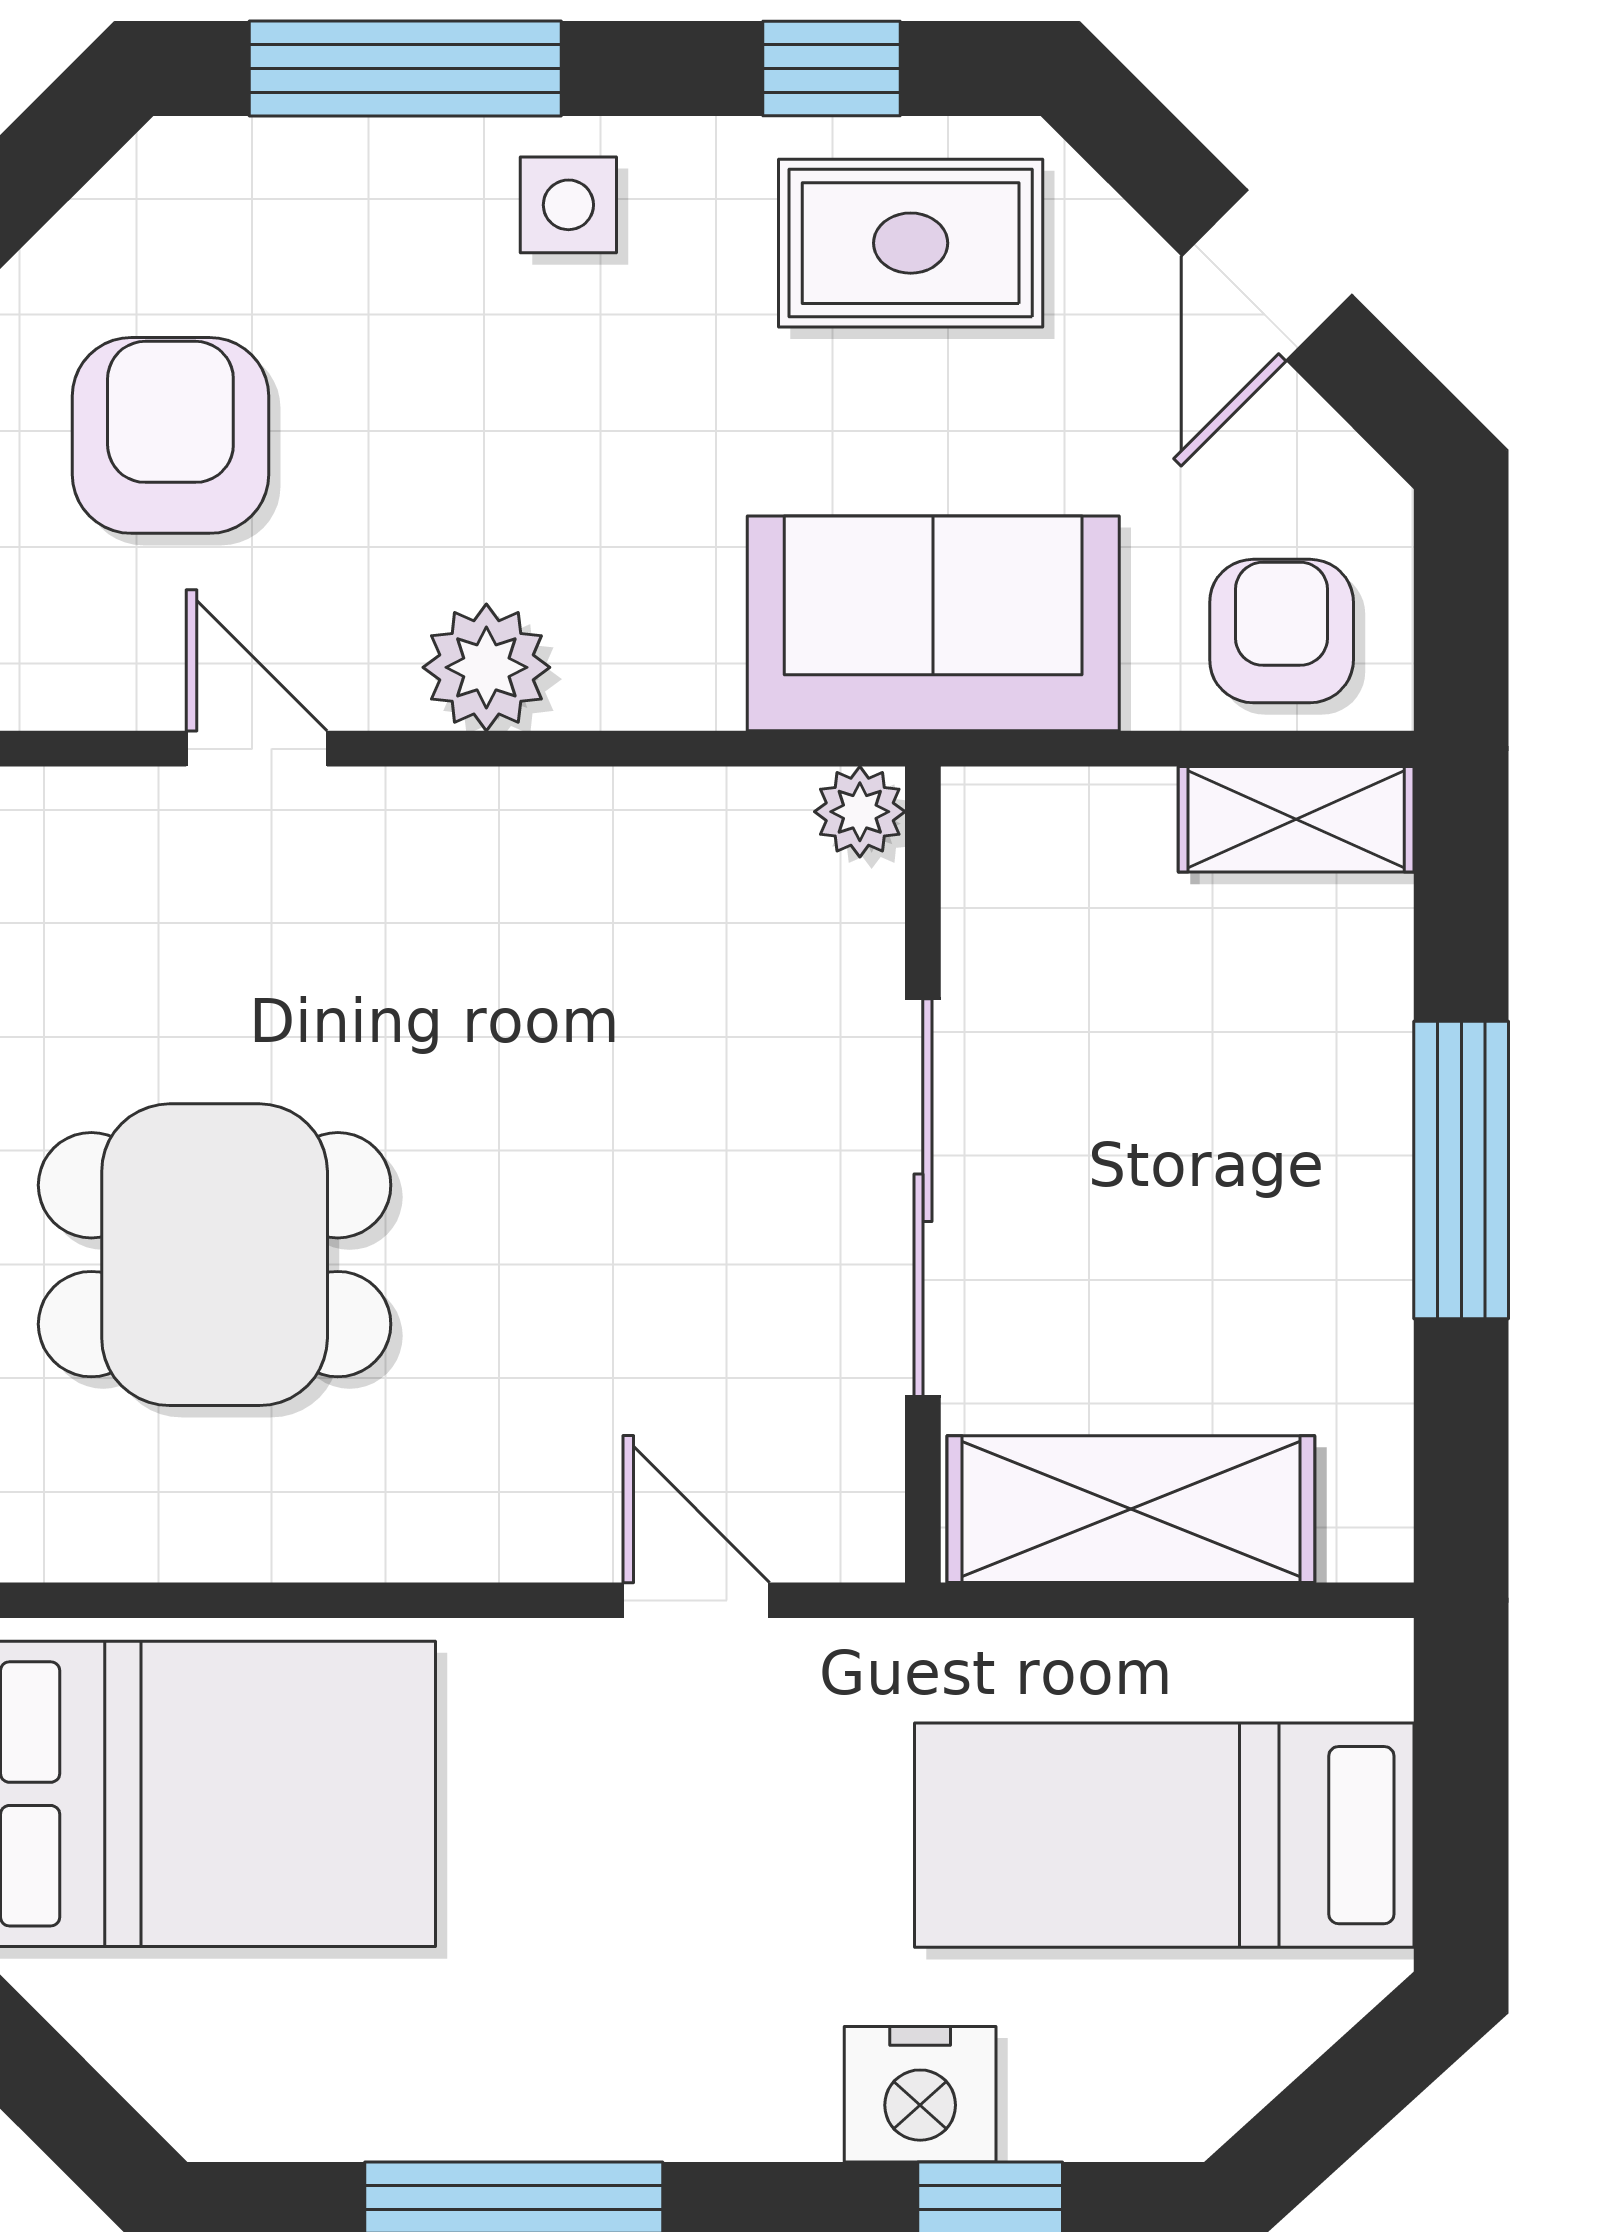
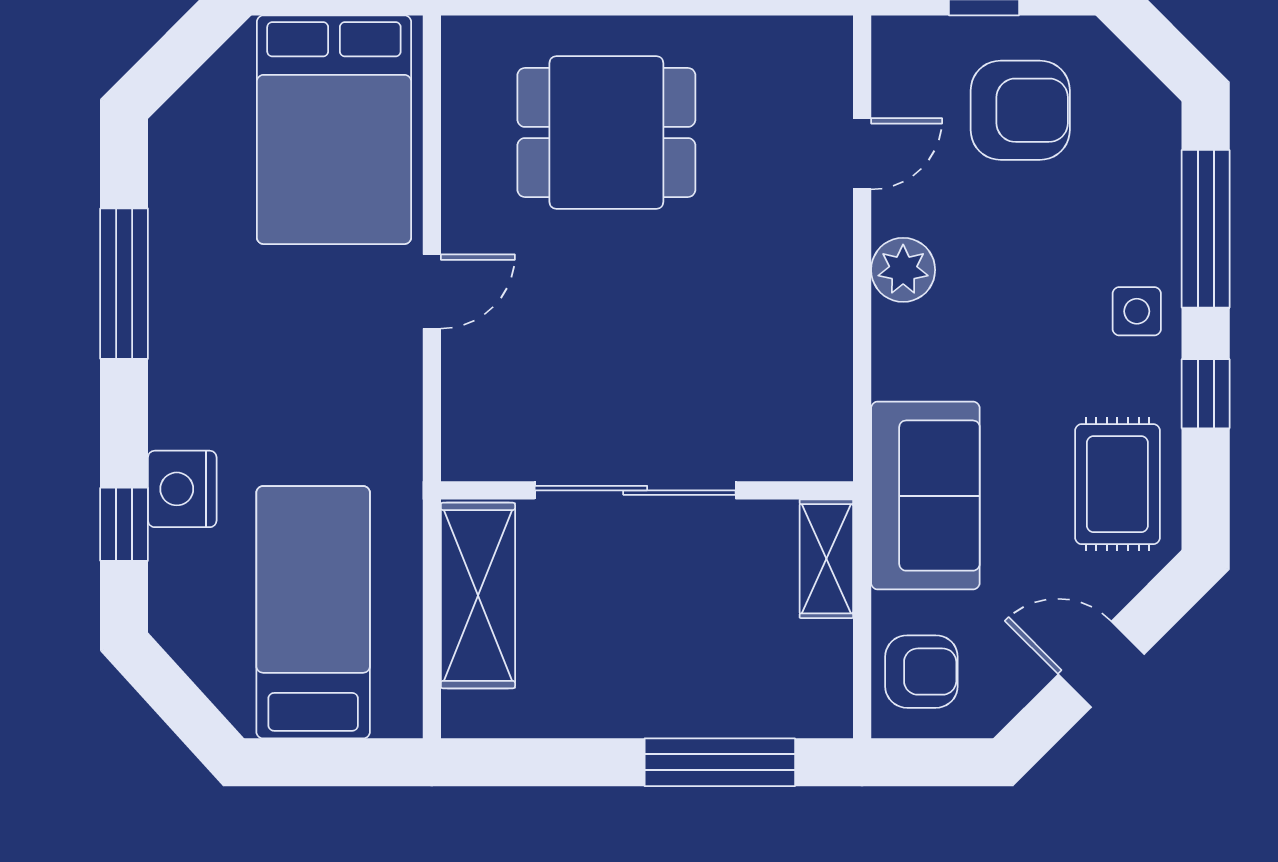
window: (832, 68) -> (1206, 394), moved
plant: (860, 812) -> (830, 458), removed
shelving: (1296, 819) -> (826, 559), moved
window: (1461, 1170) -> (720, 762), moved
dining table: (215, 1255) -> (606, 132), turned 90
door: (696, 1600) -> (432, 292), moved

